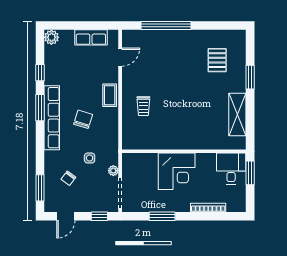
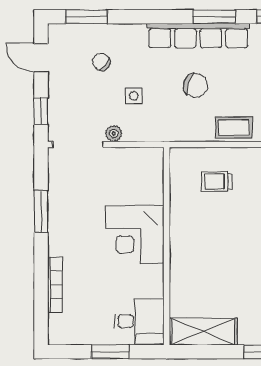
wall: (184, 151) -> (167, 246), moved
desk: (231, 169) -> (139, 321), moved
corner desk: (177, 171) -> (135, 234), moved

